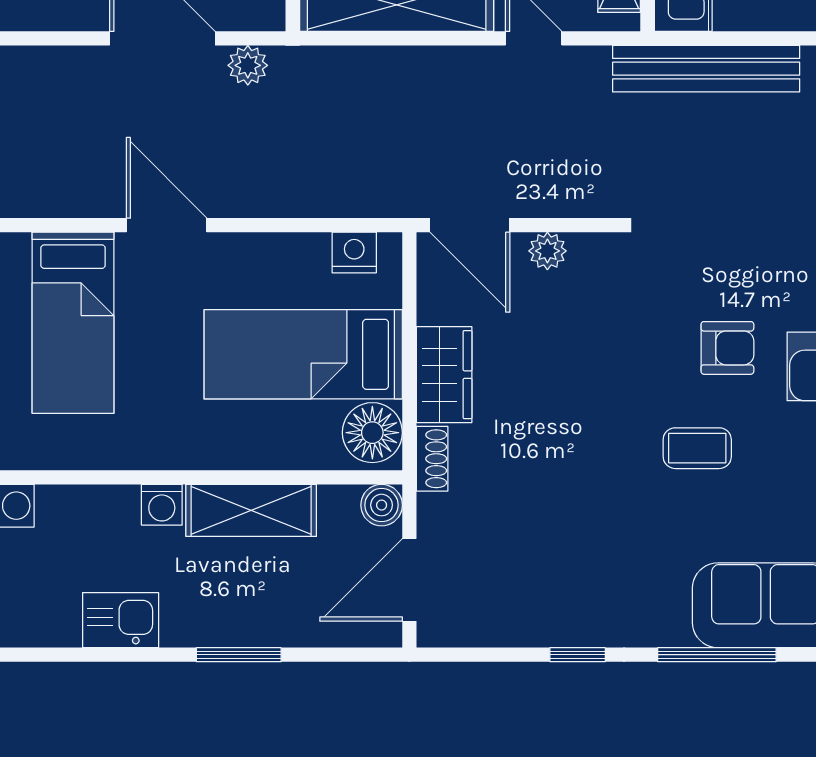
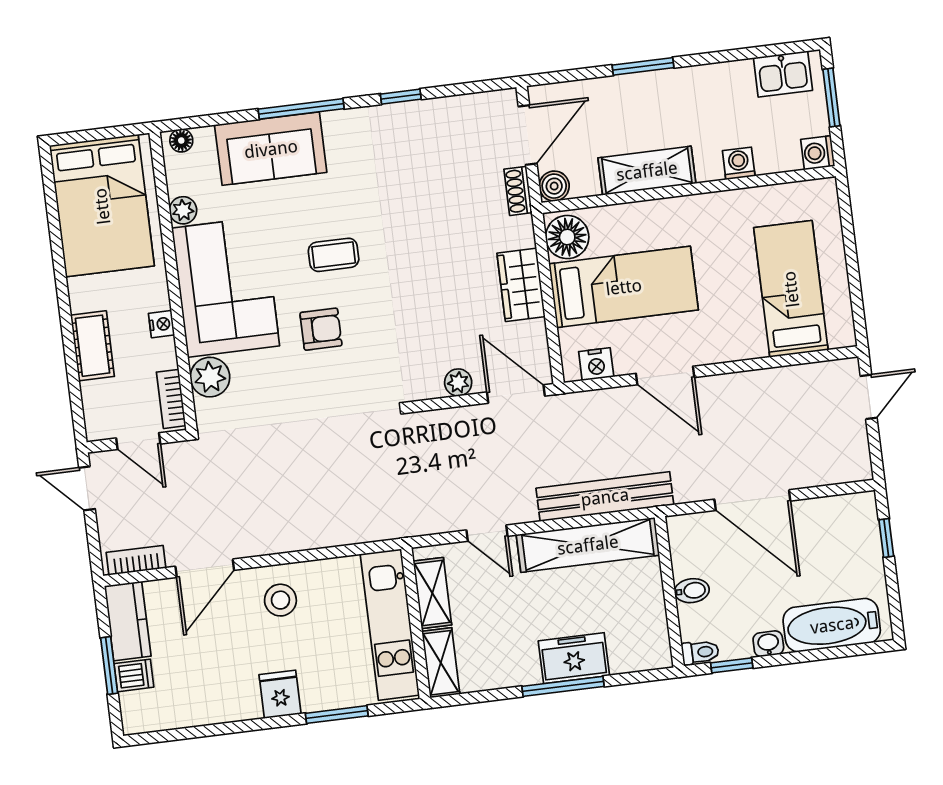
plant: (248, 65) -> (689, 488), removed
bench: (706, 69) -> (605, 497), moved
door: (167, 225) -> (665, 375), moved
armchair: (727, 348) -> (321, 329), turned 180
shoe rack: (432, 459) -> (518, 191), moved
washing machine: (162, 505) -> (739, 163), moved
kitchen sink: (121, 620) -> (783, 74), moved

